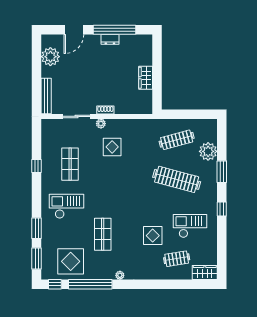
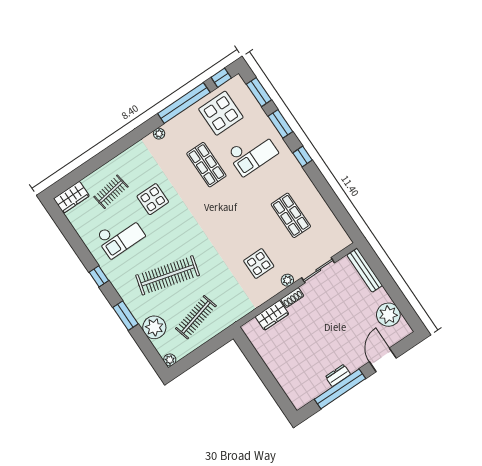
wardrobe: (146, 78) -> (272, 315), moved, turned 90
plant: (212, 124) -> (170, 360), added
window: (37, 166) -> (302, 157), moved
checkout: (67, 206) -> (253, 153), moved

